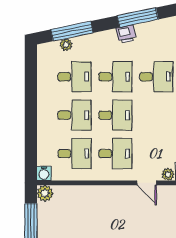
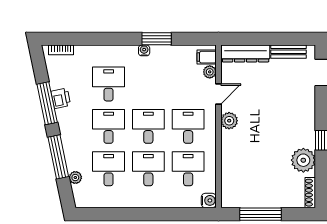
window: (72, 31) -> (58, 157), moved
printer: (126, 34) -> (61, 98), moved
plant: (45, 193) -> (229, 121), moved

